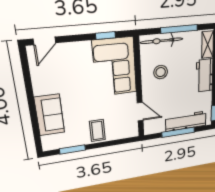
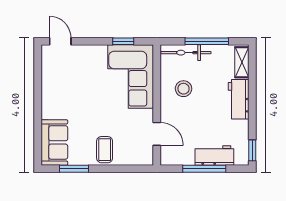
door: (44, 41) -> (60, 41), swing flipped
sofa: (50, 115) -> (54, 142), moved
workbench: (186, 121) -> (214, 155), width x0.73

